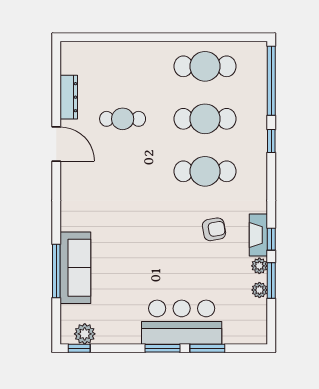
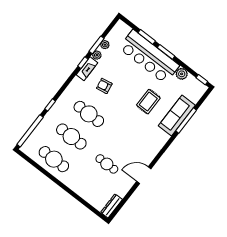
dresser: (69, 97) -> (111, 206), moved
door: (56, 144) -> (144, 175), hinge flipped
rug: (132, 256) -> (148, 102), added
bar counter: (182, 322) -> (149, 57), width x1.36
plant: (85, 334) -> (182, 74), moved

